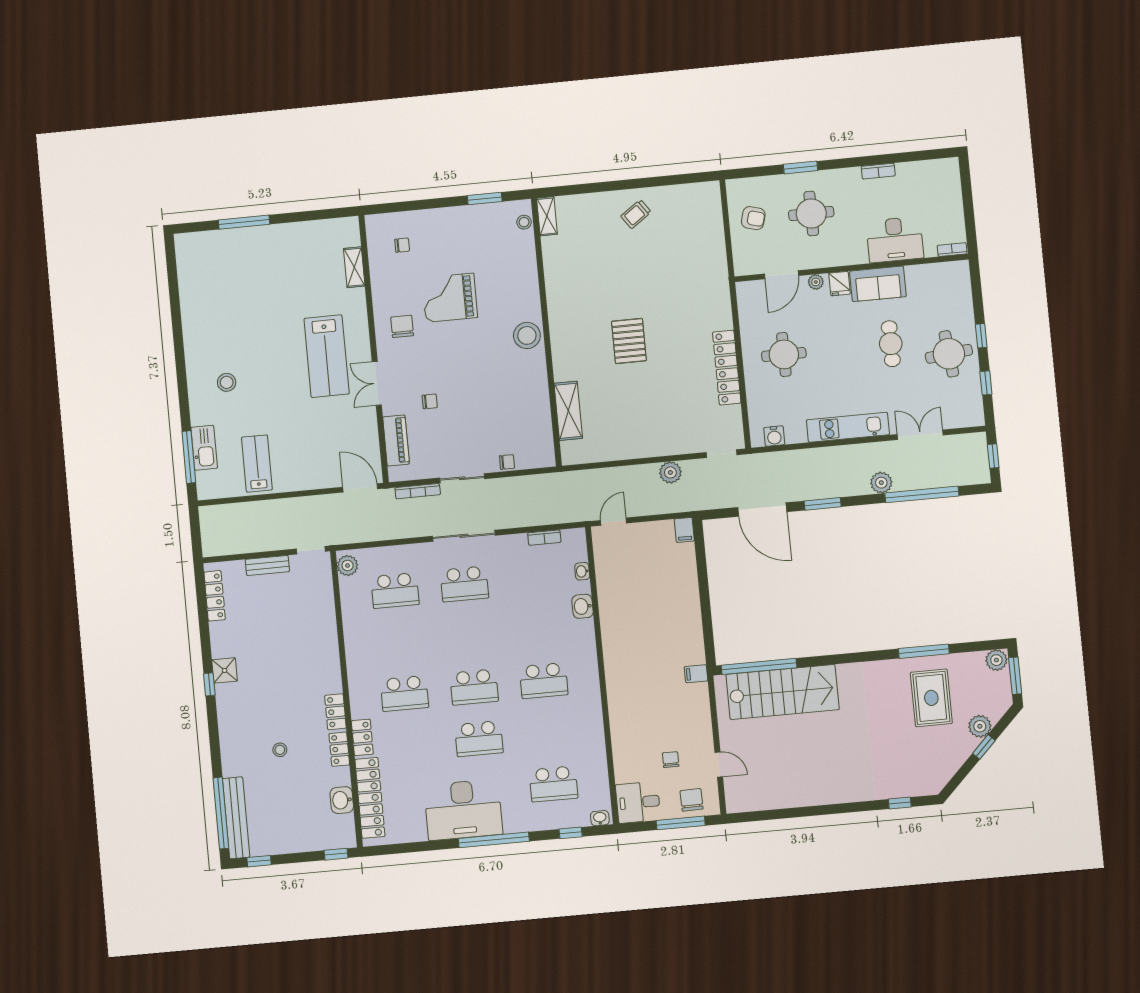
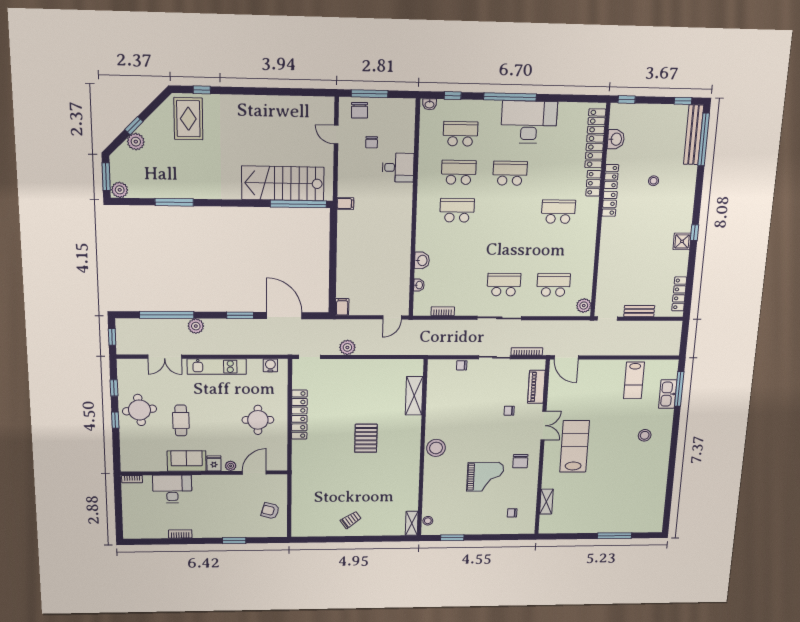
round table: (811, 213) -> (229, 511), removed
school desk: (474, 687) -> (459, 172), moved
rug: (931, 698) -> (188, 119), moved
desk: (638, 802) -> (398, 168), moved

